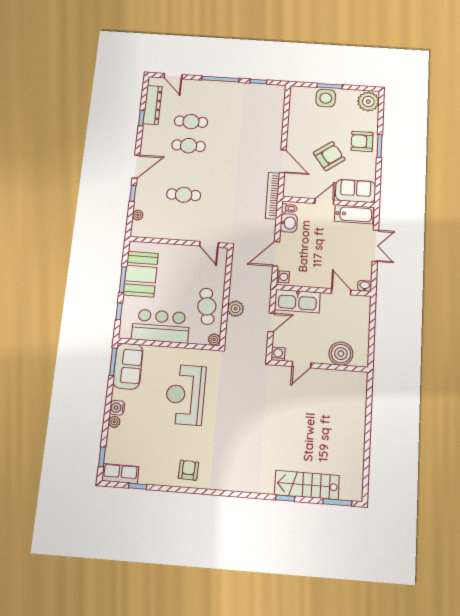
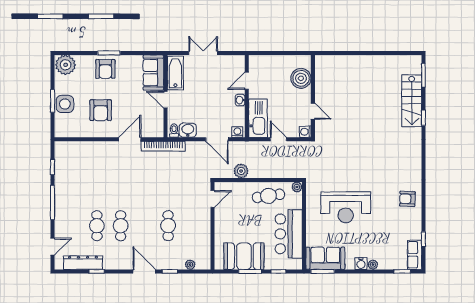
armchair: (329, 156) -> (101, 110), moved, turned -144
washbasin: (365, 286) -> (240, 100), moved
plant: (236, 309) -> (241, 171), moved

